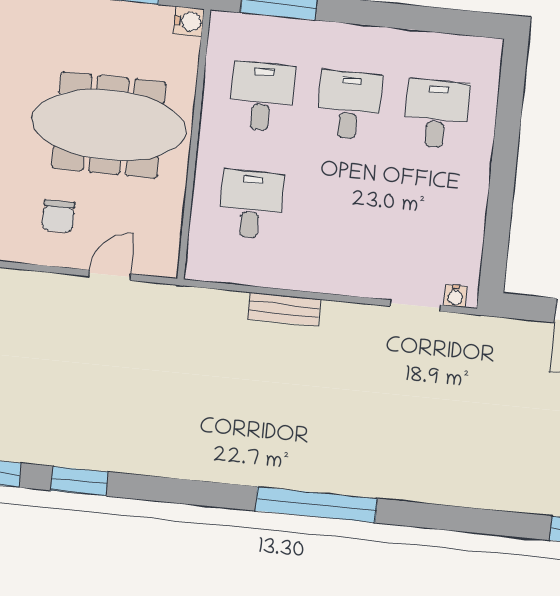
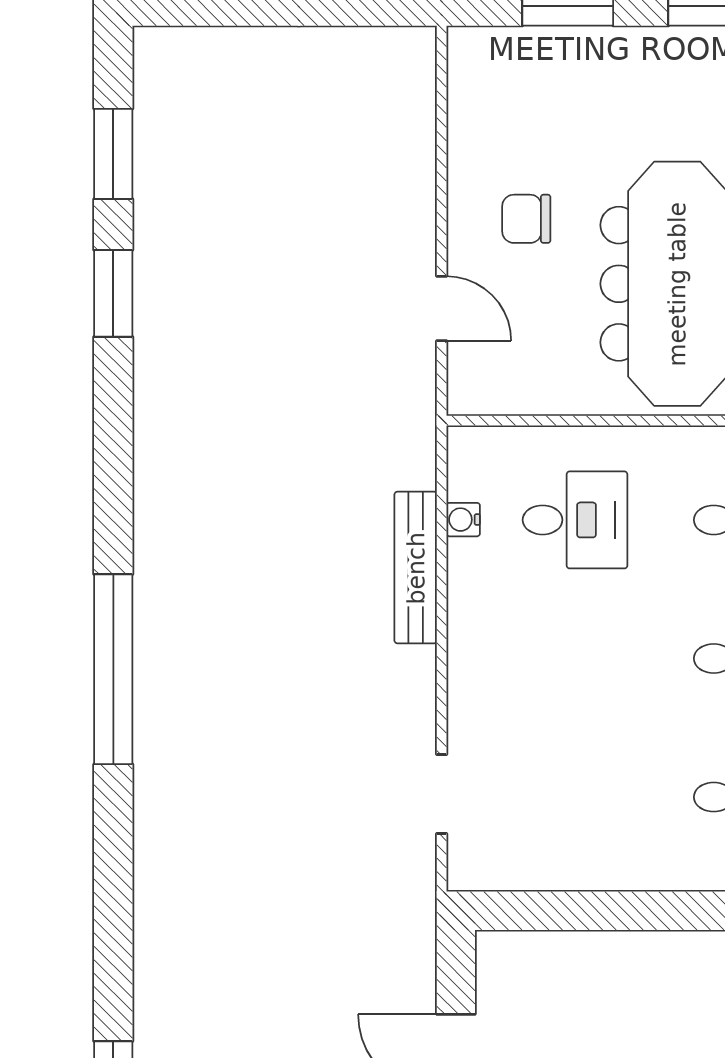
water cooler: (455, 296) -> (463, 520), moved
bench: (284, 309) -> (416, 568), width x1.36

